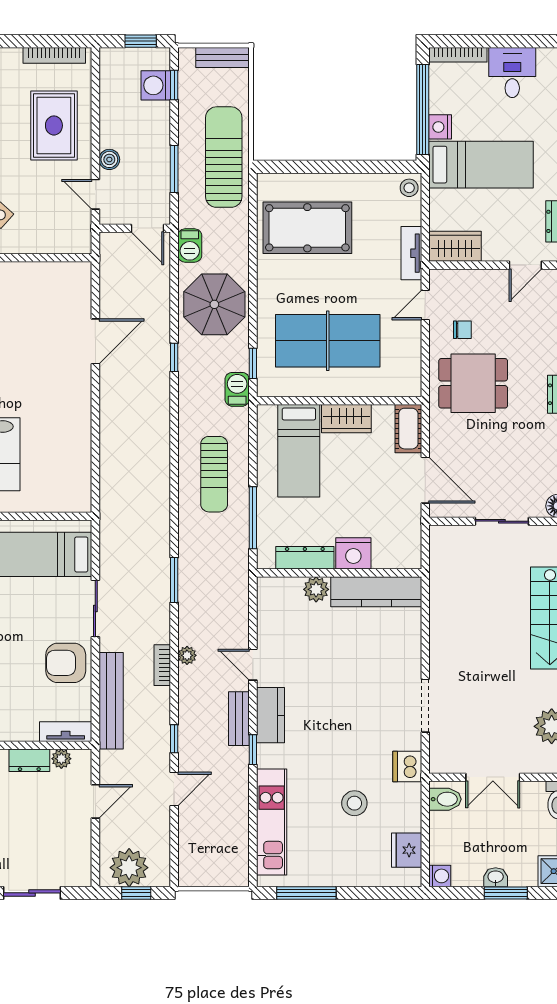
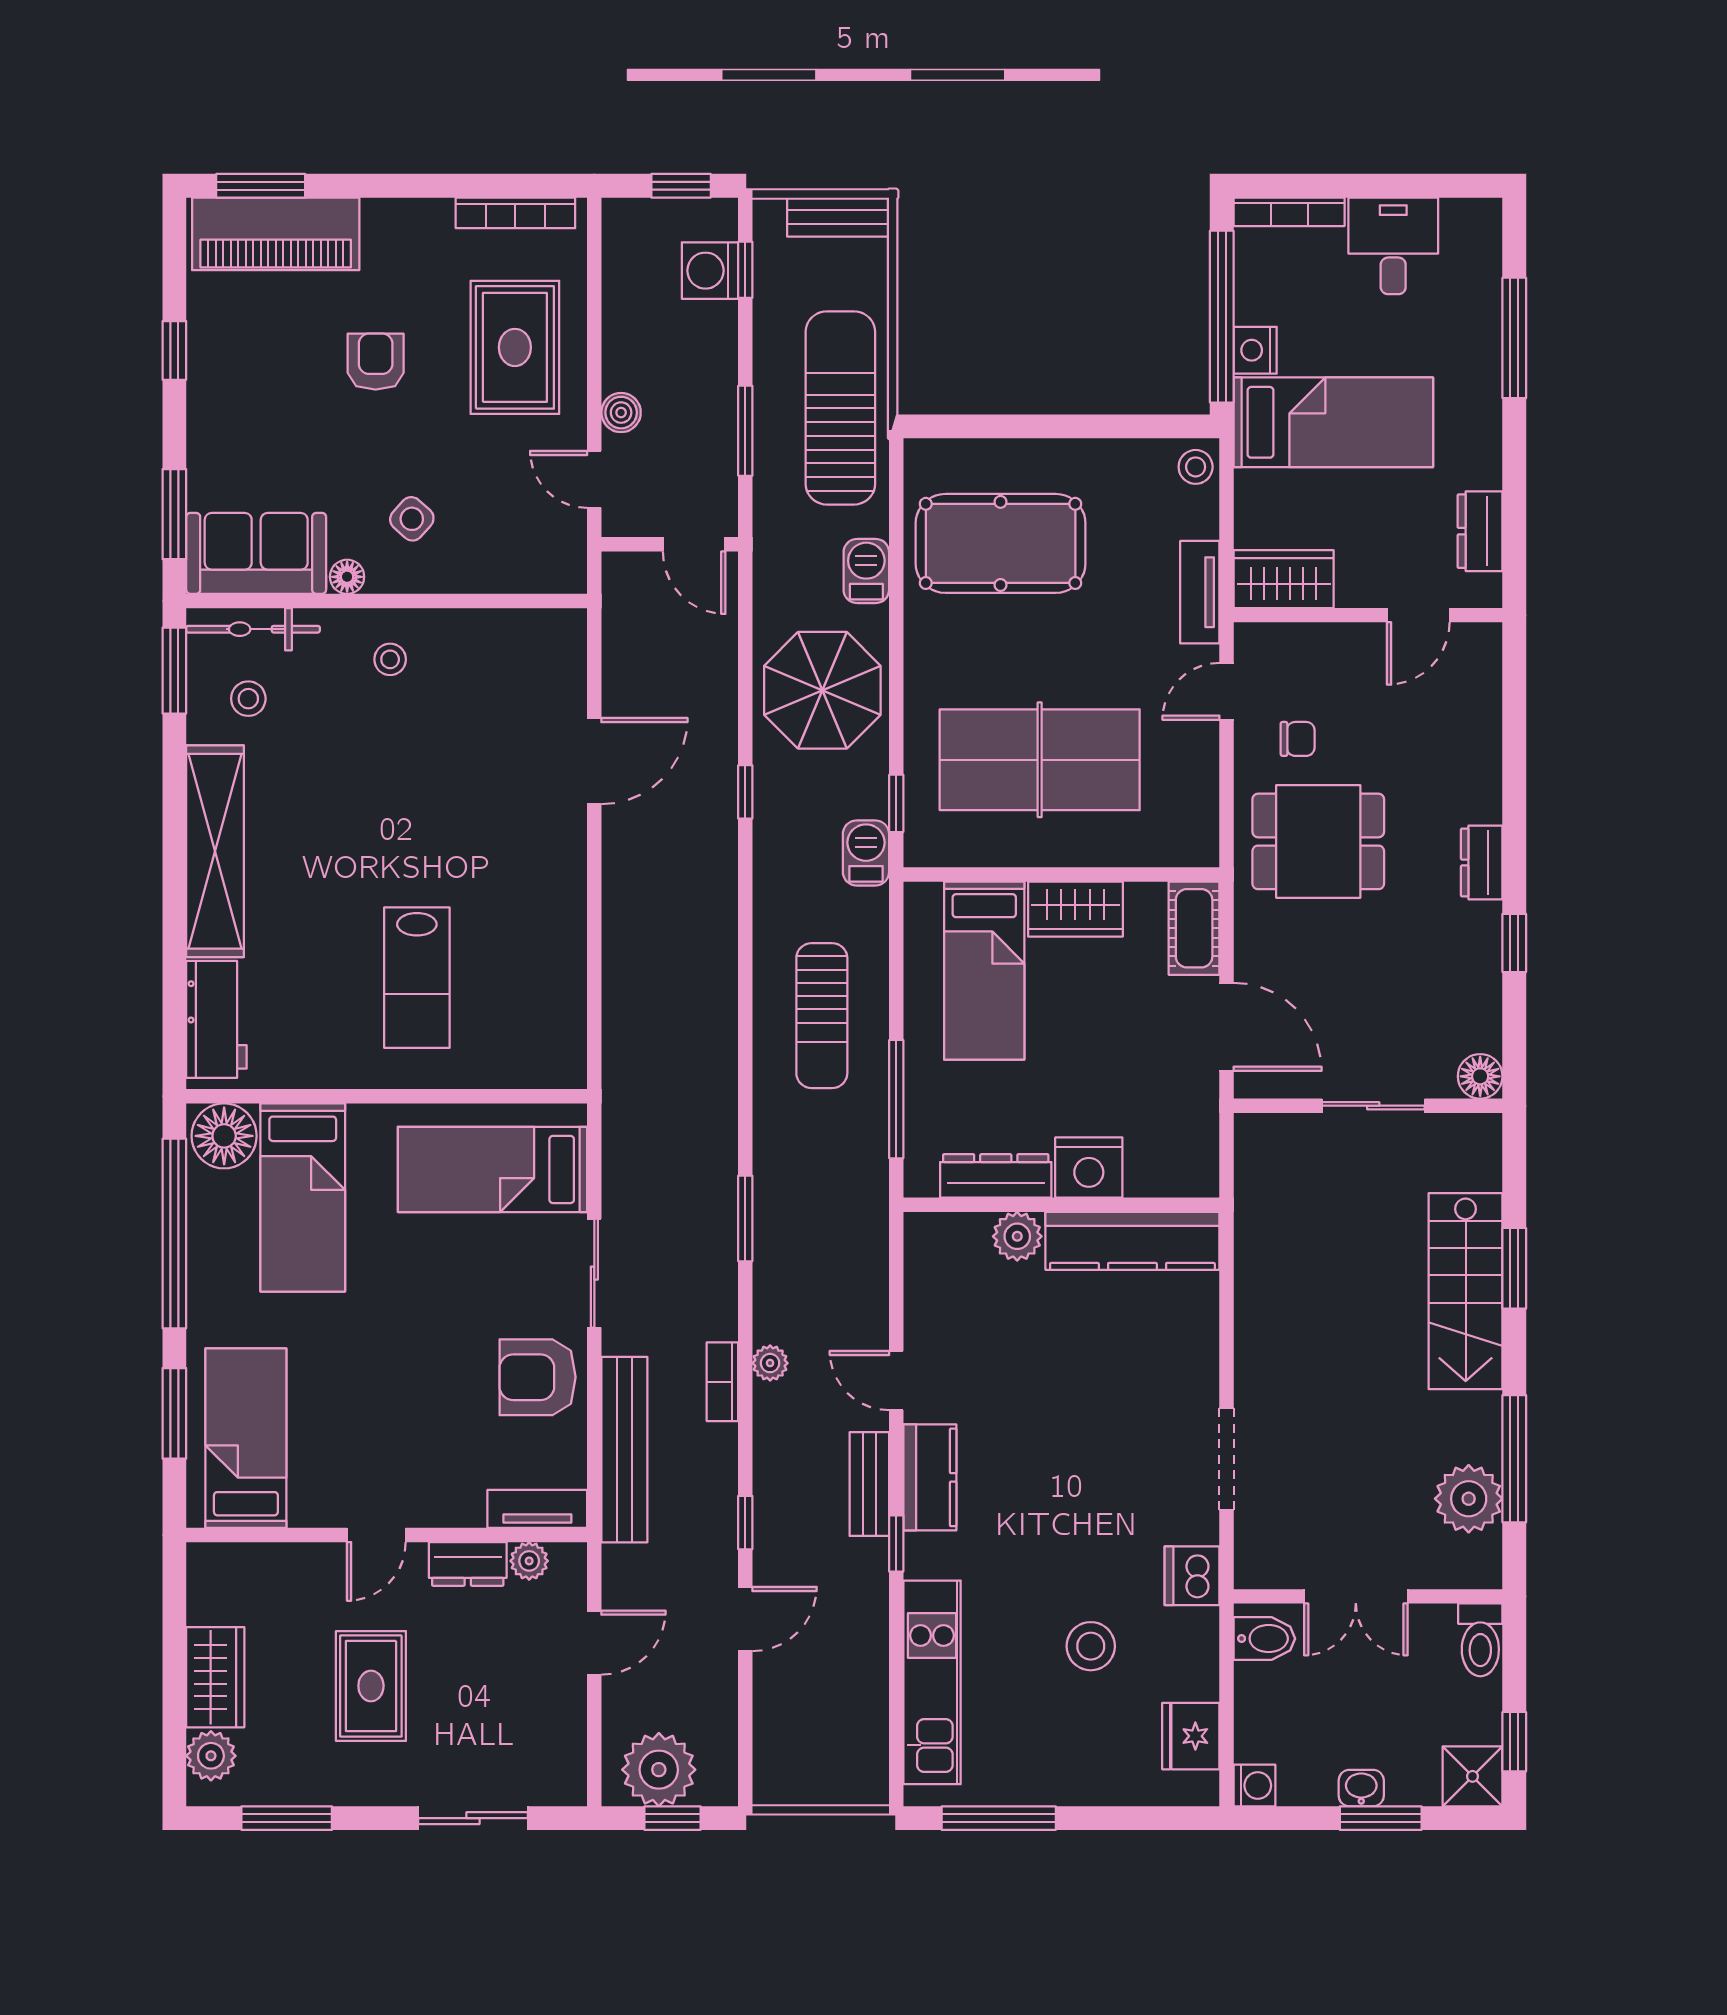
barbecue: (190, 245) -> (866, 571), moved, turned 180

